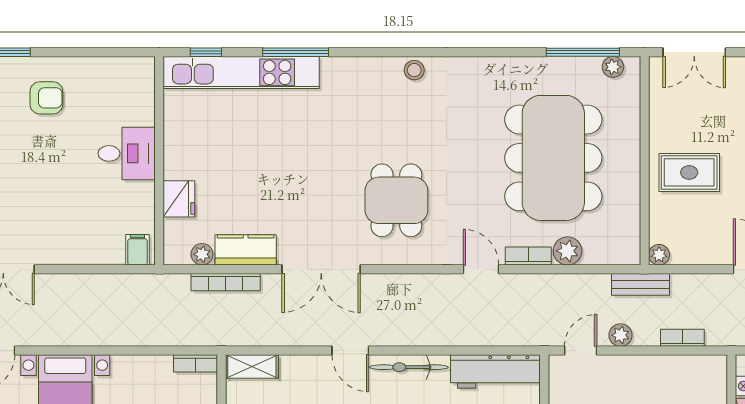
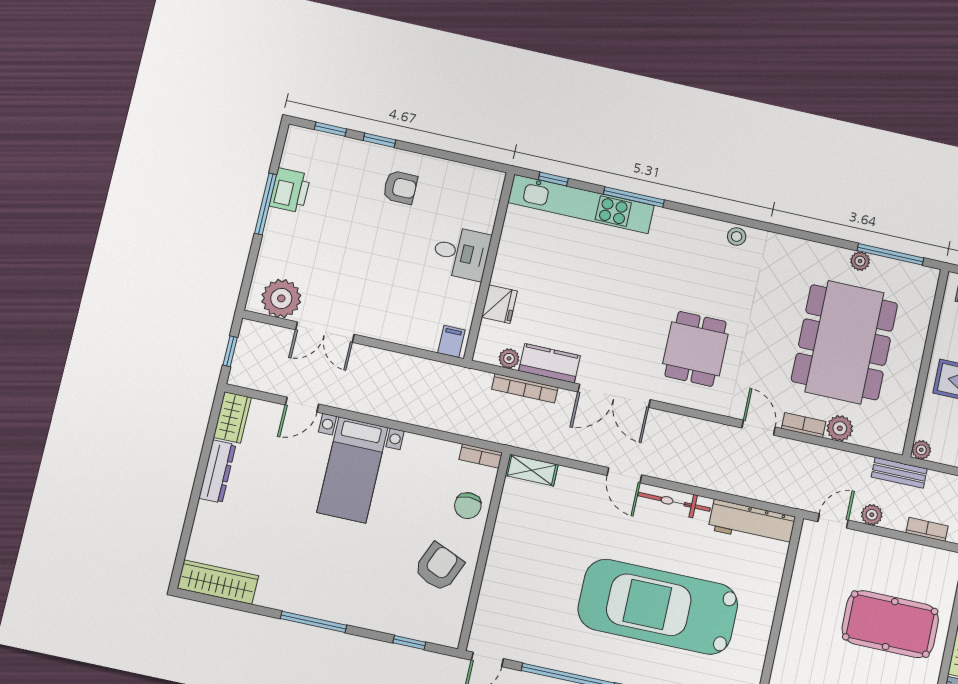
plant: (613, 67) -> (860, 261), moved

